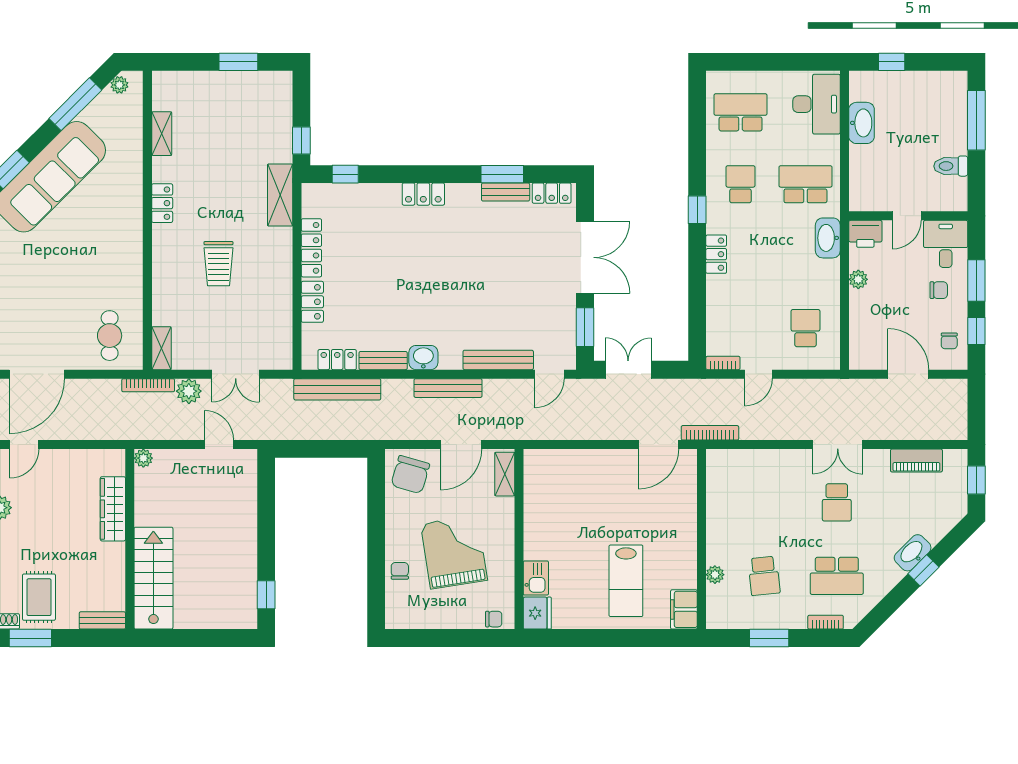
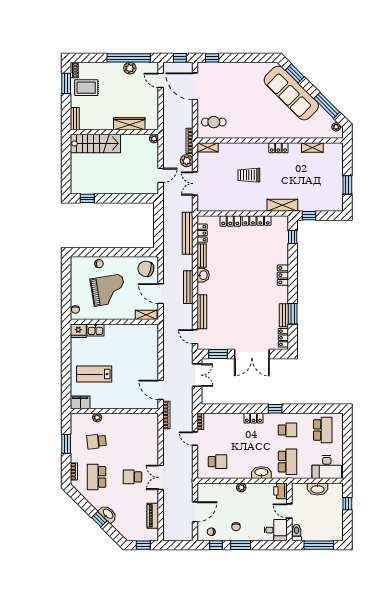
door: (907, 216) -> (289, 511), moved
wall: (908, 216) -> (289, 512), moved
printer: (865, 234) -> (281, 491), moved
desk: (946, 244) -> (276, 530), moved

